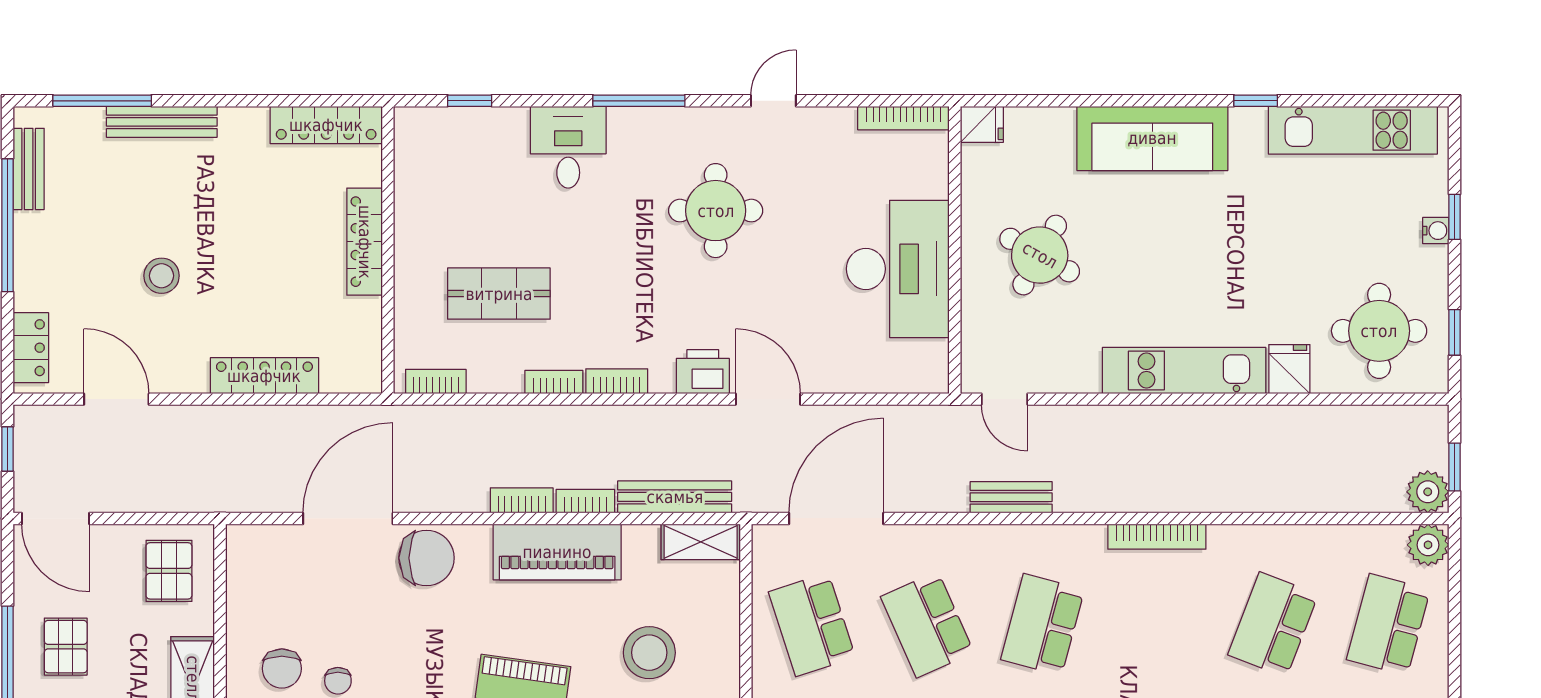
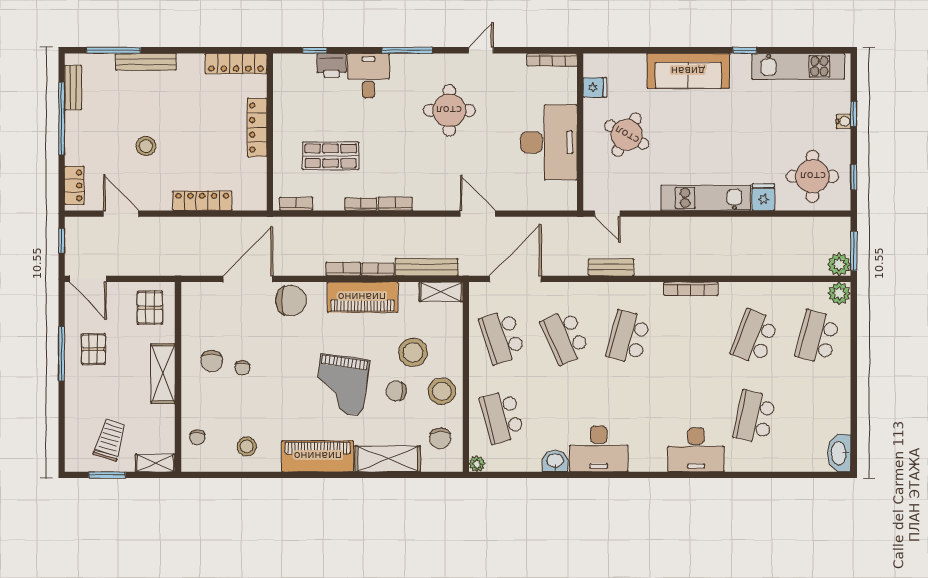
fridge: (982, 124) -> (595, 87), moved
printer: (703, 372) -> (332, 65), moved, turned 180
window: (1454, 467) -> (854, 251), width x1.50

